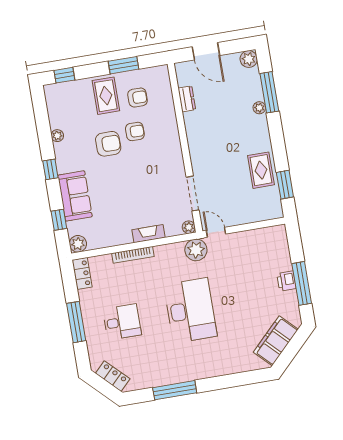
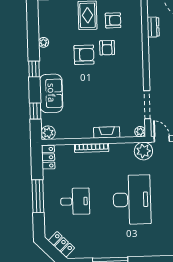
armchair: (135, 131) -> (107, 48), turned 90

